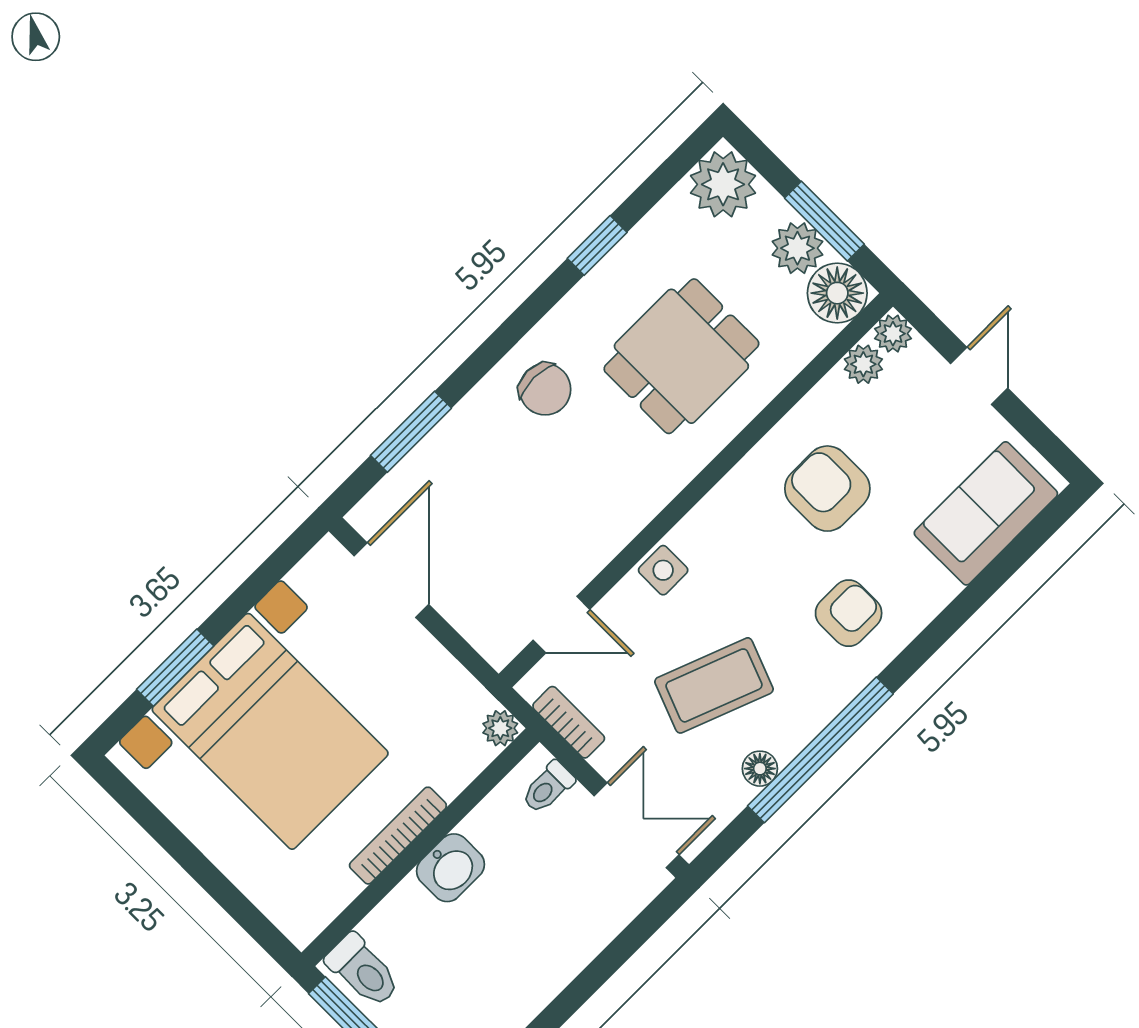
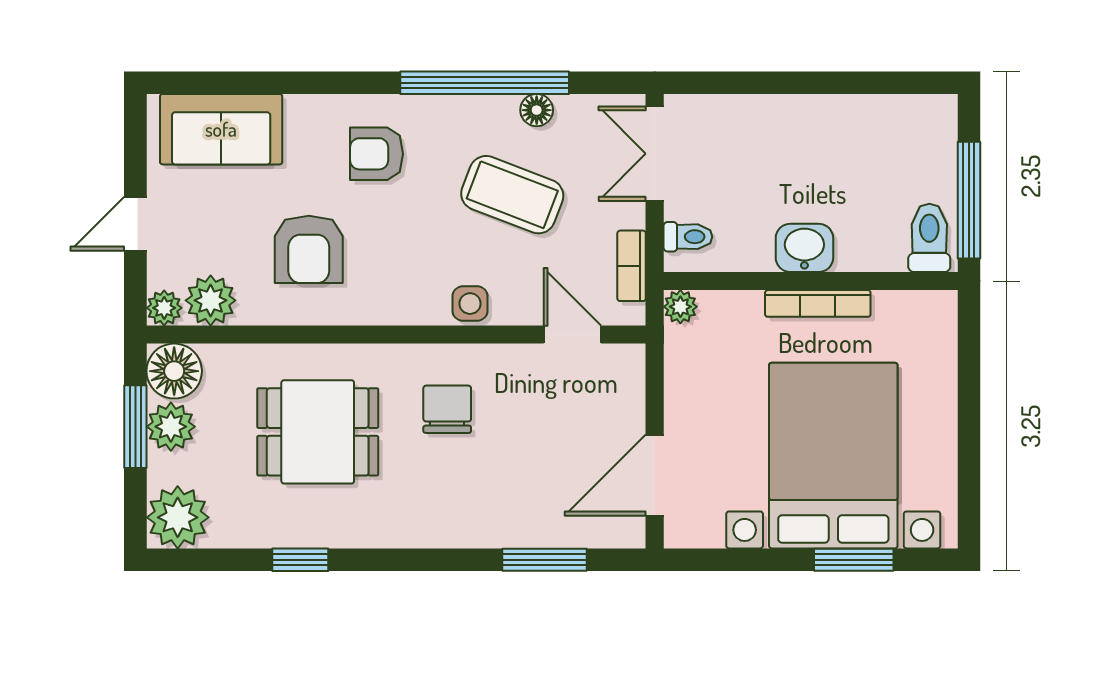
plant: (863, 364) -> (211, 300), width x1.38, depth x1.38
chair: (545, 389) -> (447, 409), moved

